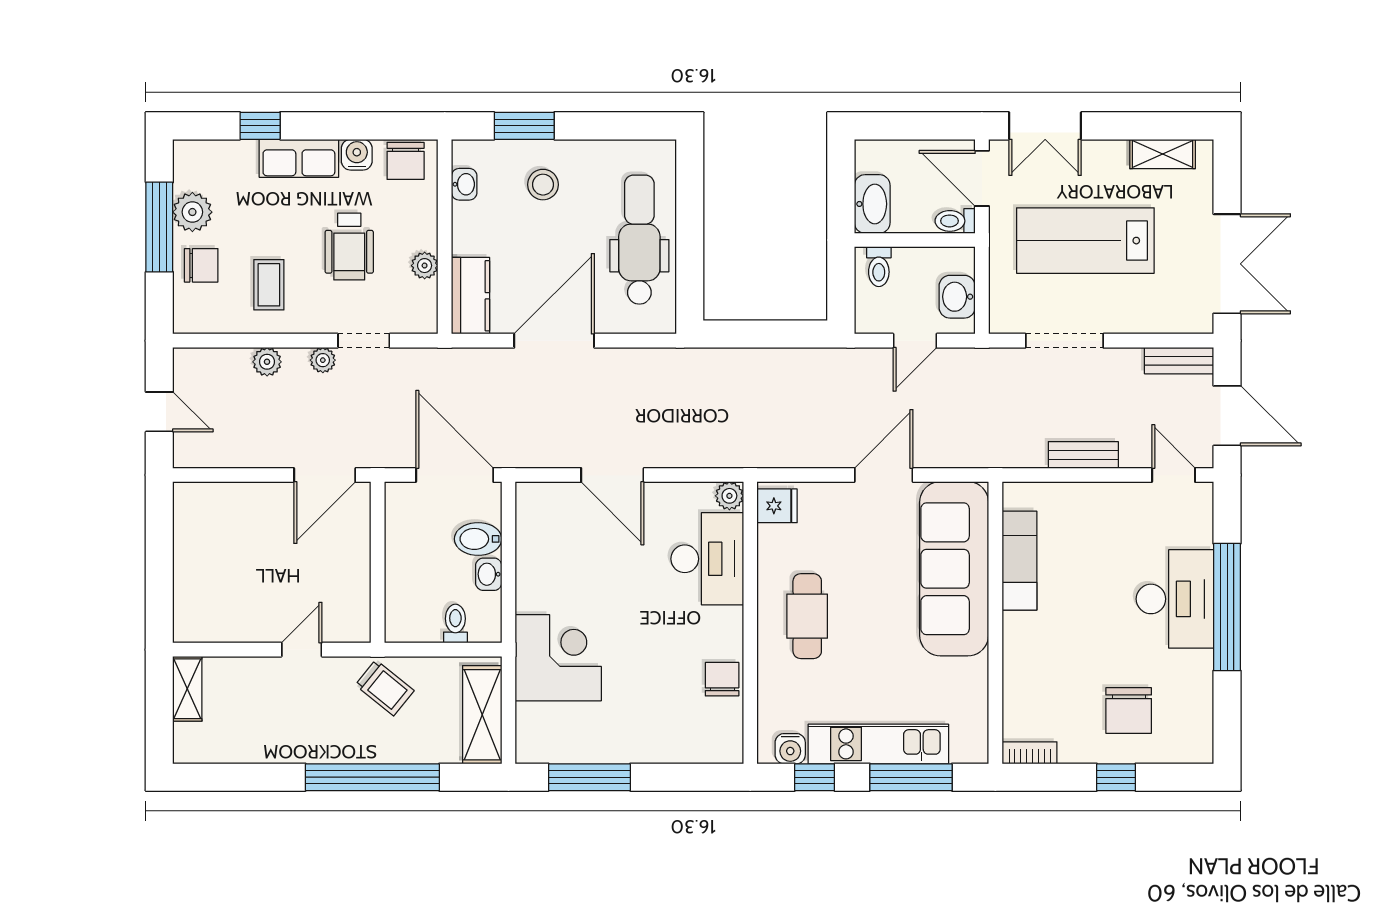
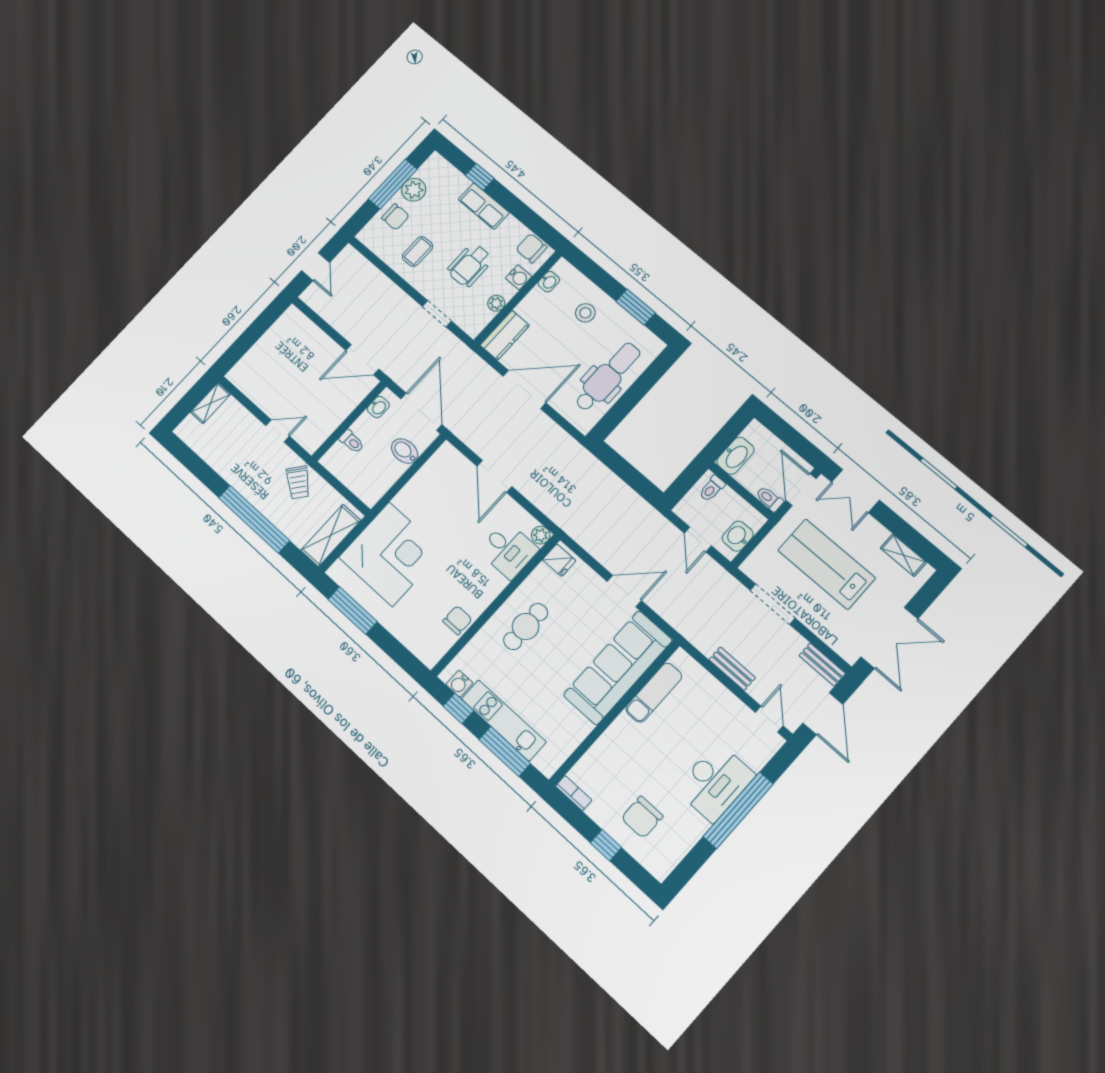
window: (524, 126) -> (636, 307), moved
water cooler: (357, 155) -> (519, 277), moved, turned 90
chair: (406, 161) -> (531, 248), turned 90
door: (915, 341) -> (698, 539), hinge flipped
plant: (323, 360) -> (410, 307), removed
plant: (267, 362) -> (384, 286), removed
desk: (707, 559) -> (508, 550), width x0.73
washbasin: (489, 574) -> (378, 407), moved, turned 180
toilet: (455, 624) -> (352, 441), moved, turned 90
corner desk: (558, 658) -> (391, 554), width x1.36, depth x1.36

